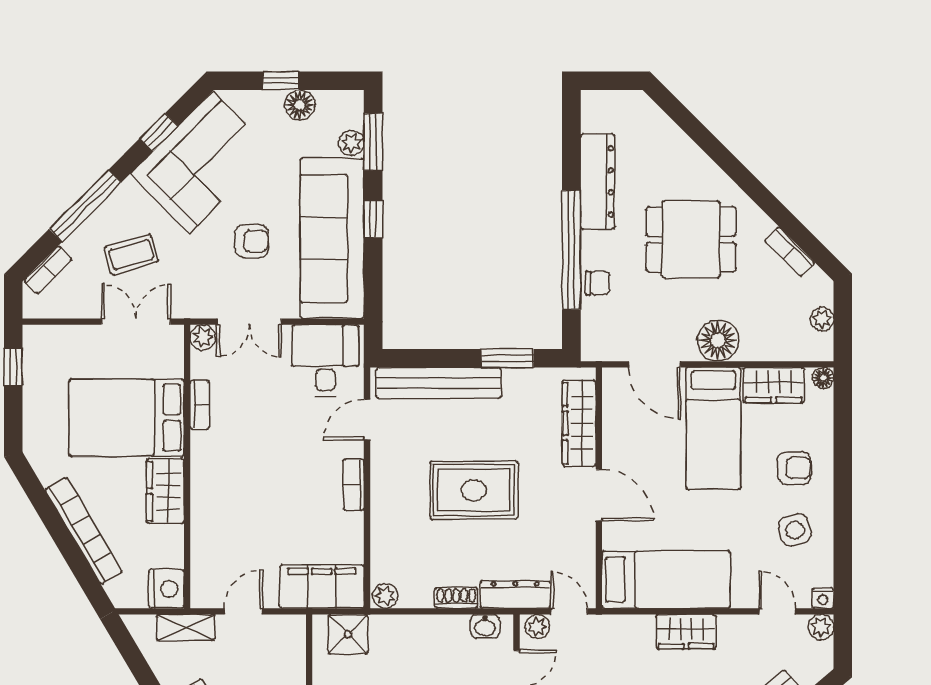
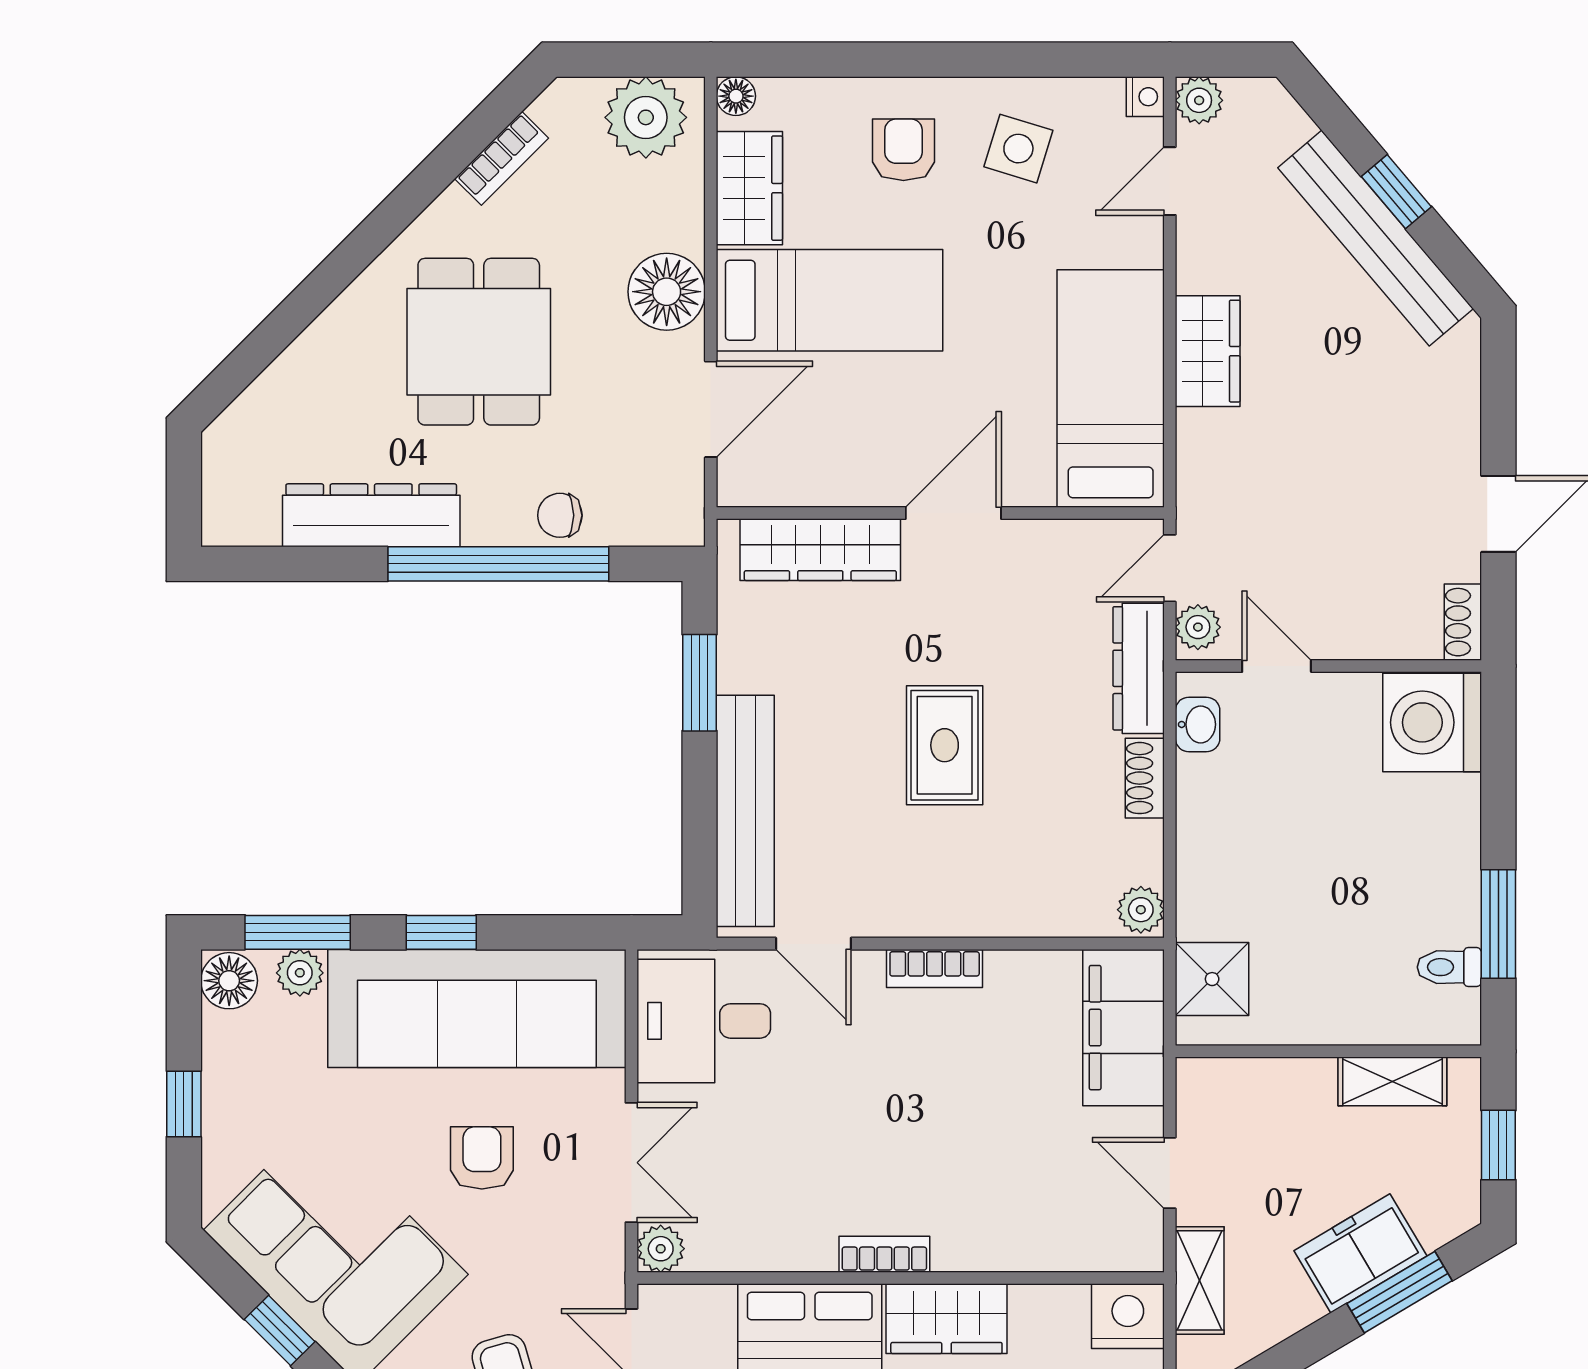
floor lamp: (300, 105) -> (229, 981), moved
chair: (598, 283) -> (560, 515), turned -90
plant: (822, 319) -> (646, 117), width x1.87, depth x1.87
bookcase: (200, 405) -> (884, 1254), moved
rug: (474, 490) -> (945, 745), width x0.73, depth x0.70
side table: (795, 530) -> (1018, 149), turned 34

